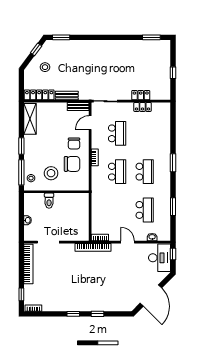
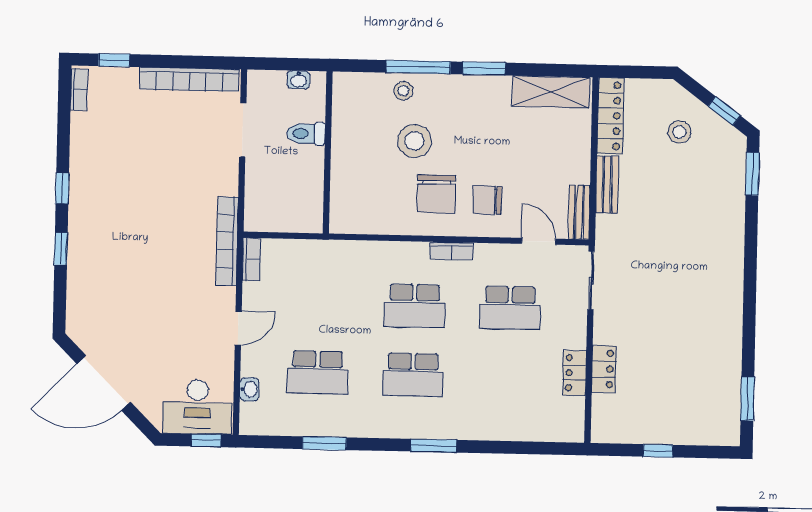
wall: (56, 192) -> (328, 152), moved
toilet: (49, 201) -> (306, 134), moved

